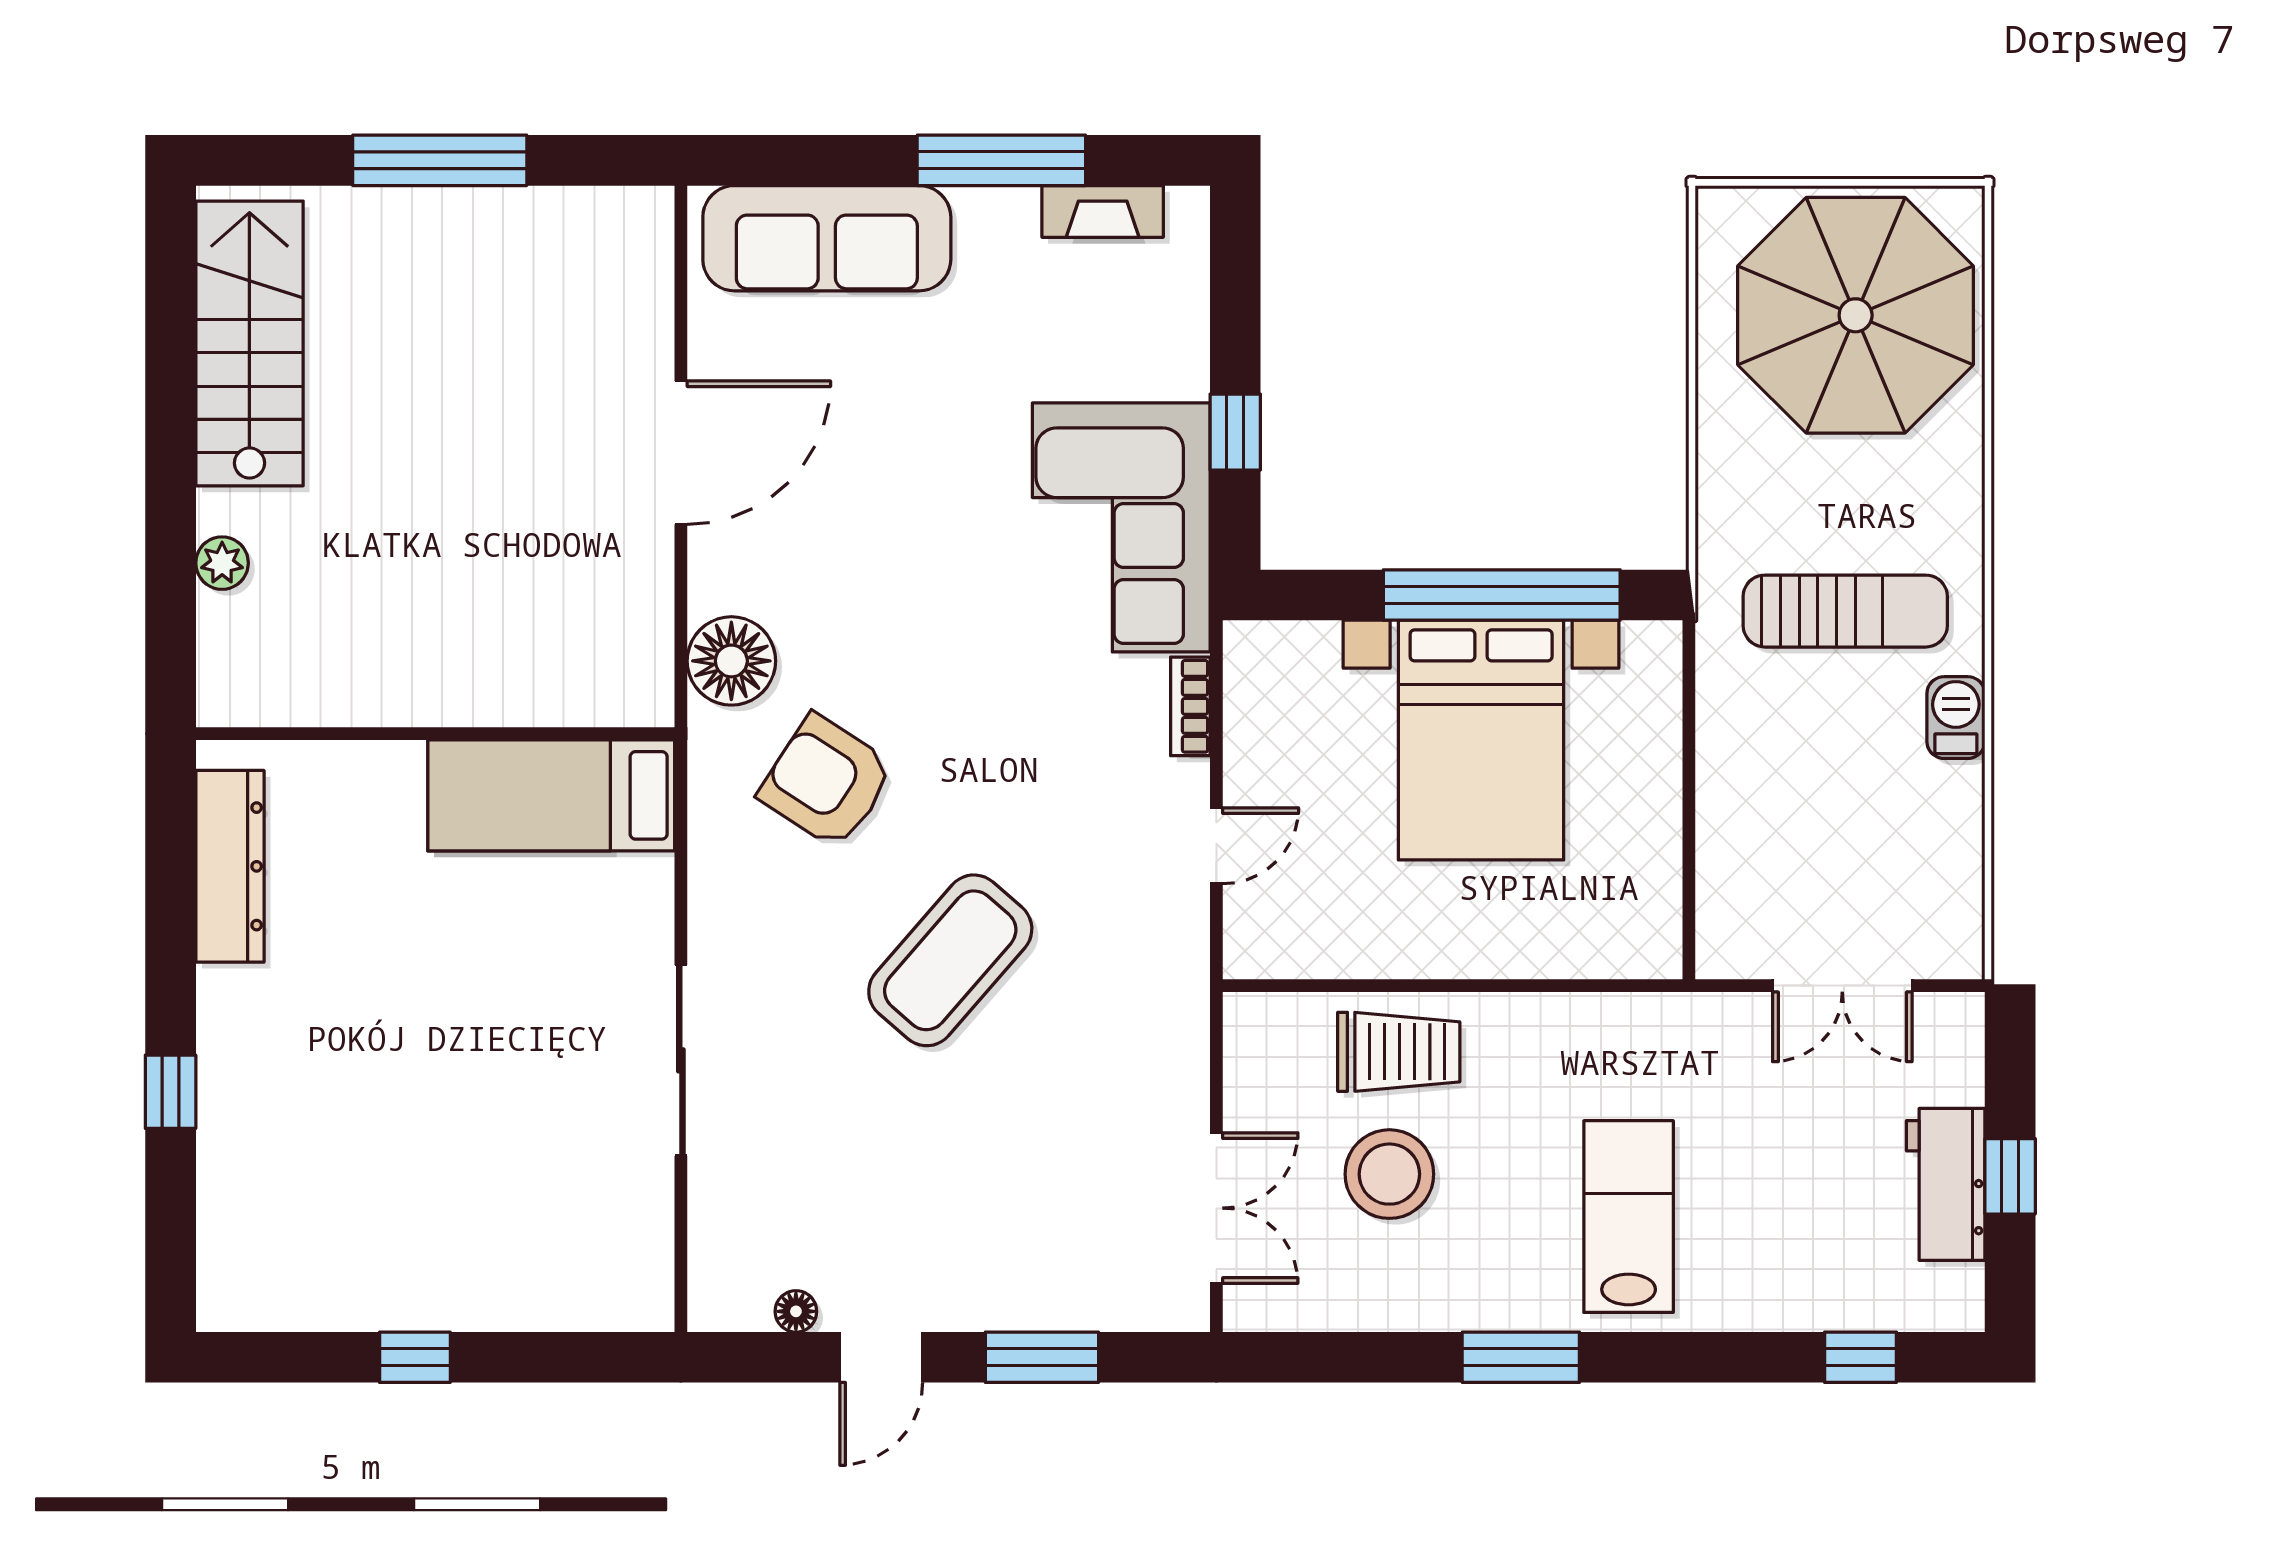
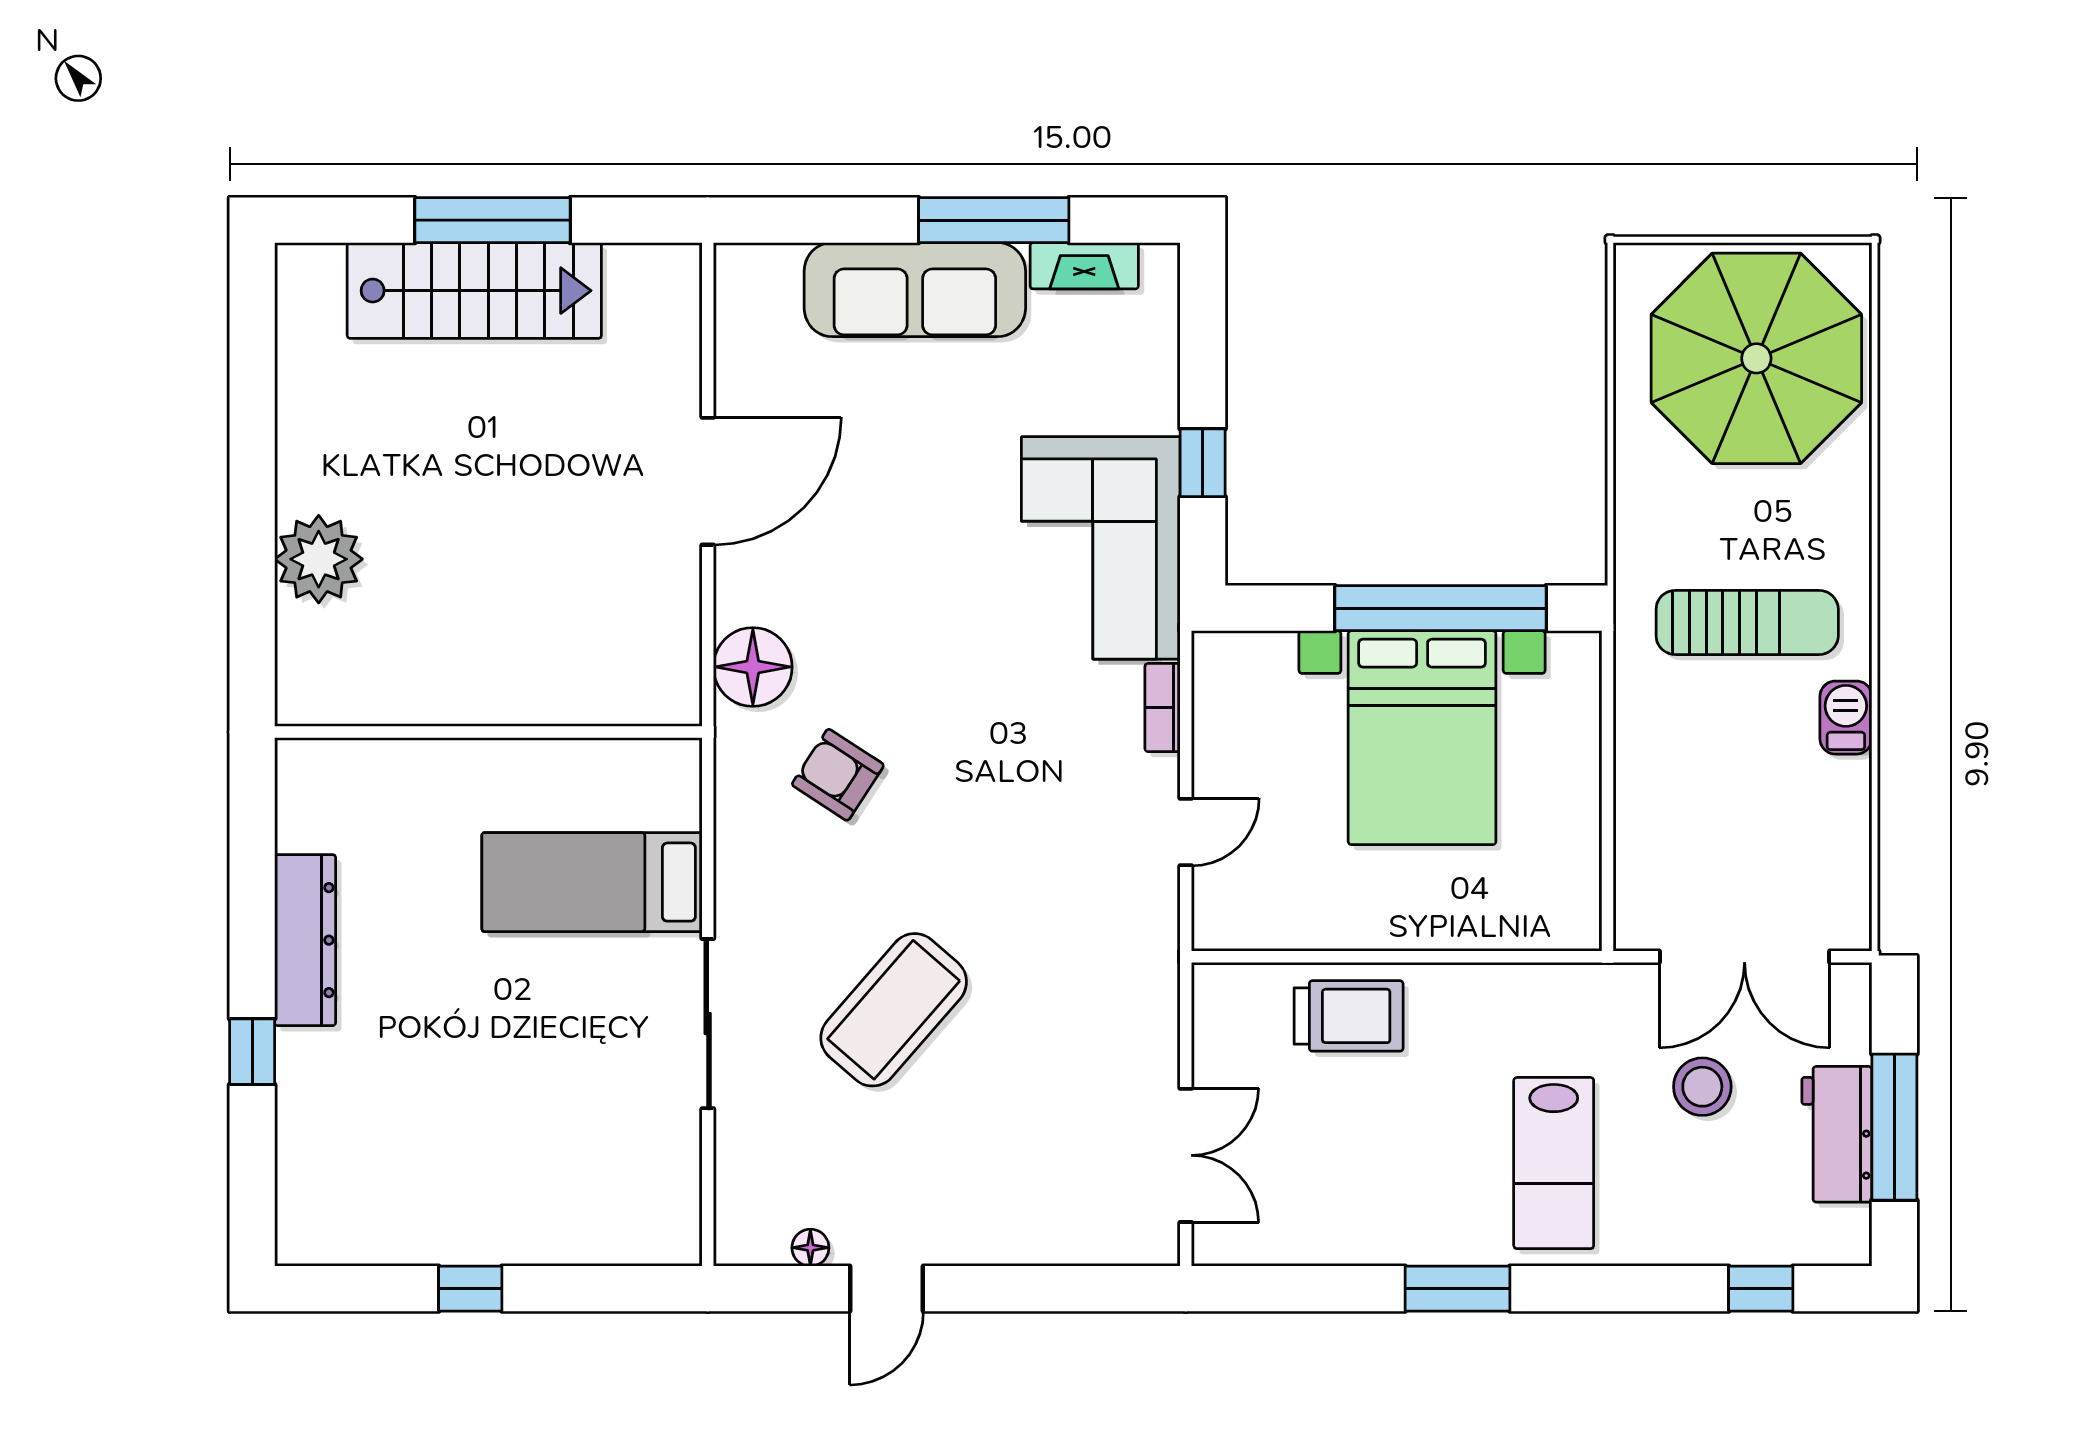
sofa: (827, 238) -> (915, 290), moved
stairs: (249, 343) -> (474, 291), moved, turned 90
plant: (222, 563) -> (319, 559), width x1.88, depth x1.88
armchair: (827, 782) -> (838, 775), width x0.72, depth x0.72
bed: (551, 795) -> (592, 882), moved
dresser: (230, 866) -> (305, 940), moved
coffee table: (950, 960) -> (894, 1010), moved
double door: (1842, 986) -> (1745, 957), width x1.37
stool: (1389, 1174) -> (1702, 1087), moved, width x0.73, depth x0.73
window: (2010, 1176) -> (1894, 1127), width x2.17
lab bench: (1629, 1217) -> (1554, 1163), turned 180
window: (1042, 1357) -> (1030, 1289), removed

